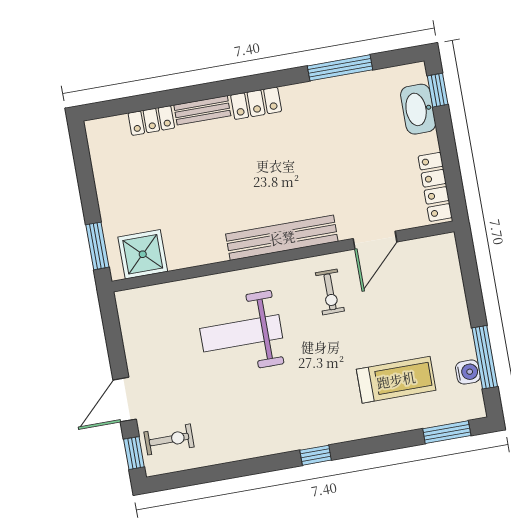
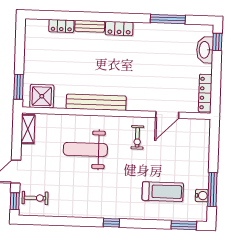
bench: (282, 238) -> (96, 102), moved
shelving: (130, 318) -> (28, 129), added

